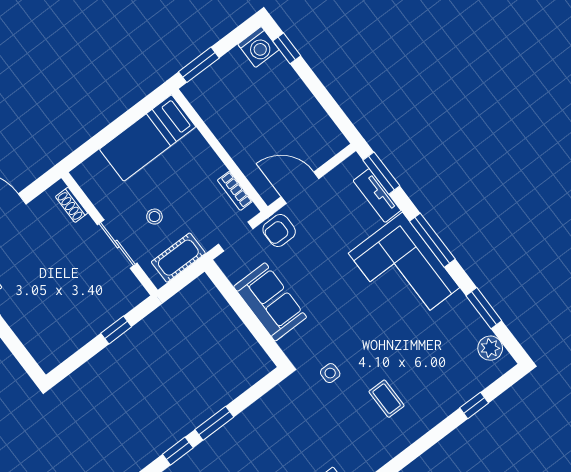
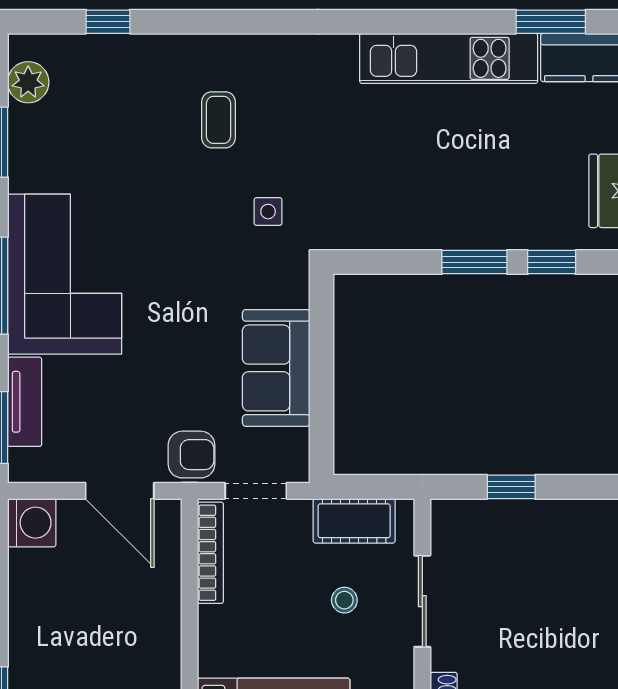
washing machine: (330, 141) -> (32, 523), added
bookcase: (235, 191) -> (210, 553), width x1.56

